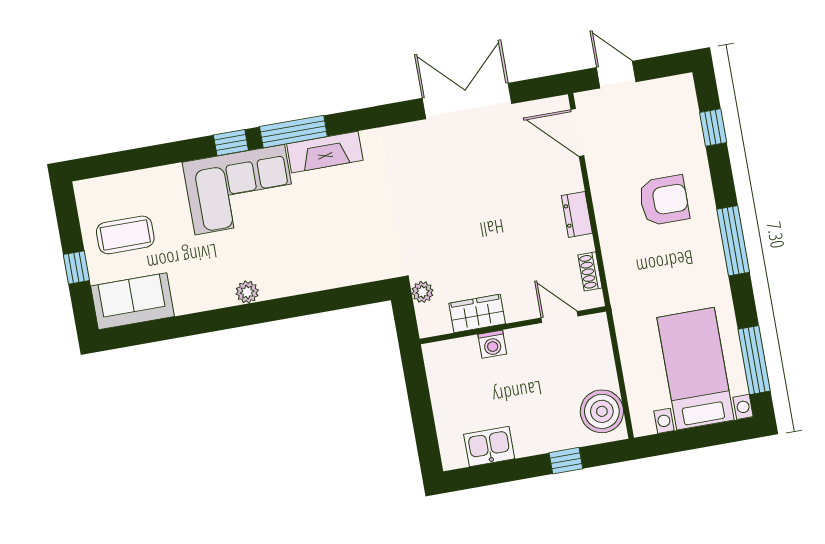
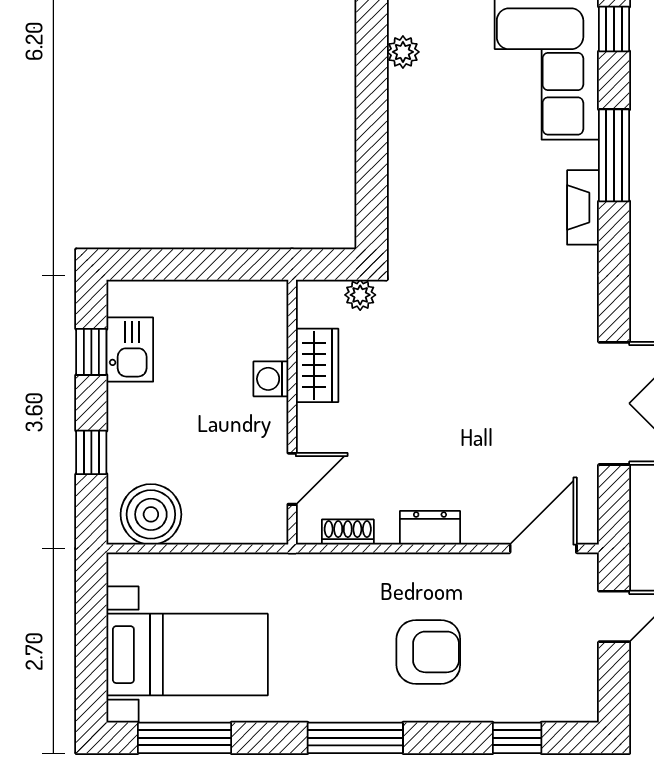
window: (231, 143) -> (614, 29), moved
fireplace: (325, 152) -> (583, 207), width x0.73, depth x0.76
armchair: (664, 200) -> (428, 652), turned -90
window: (496, 473) -> (91, 352), added

